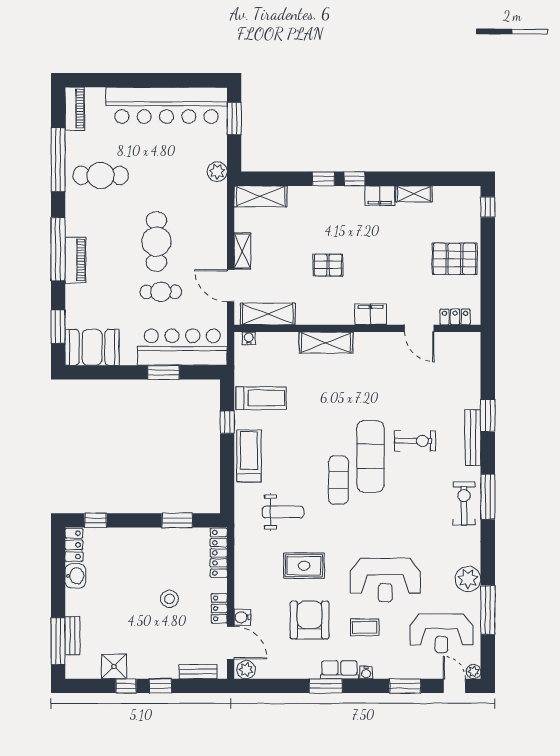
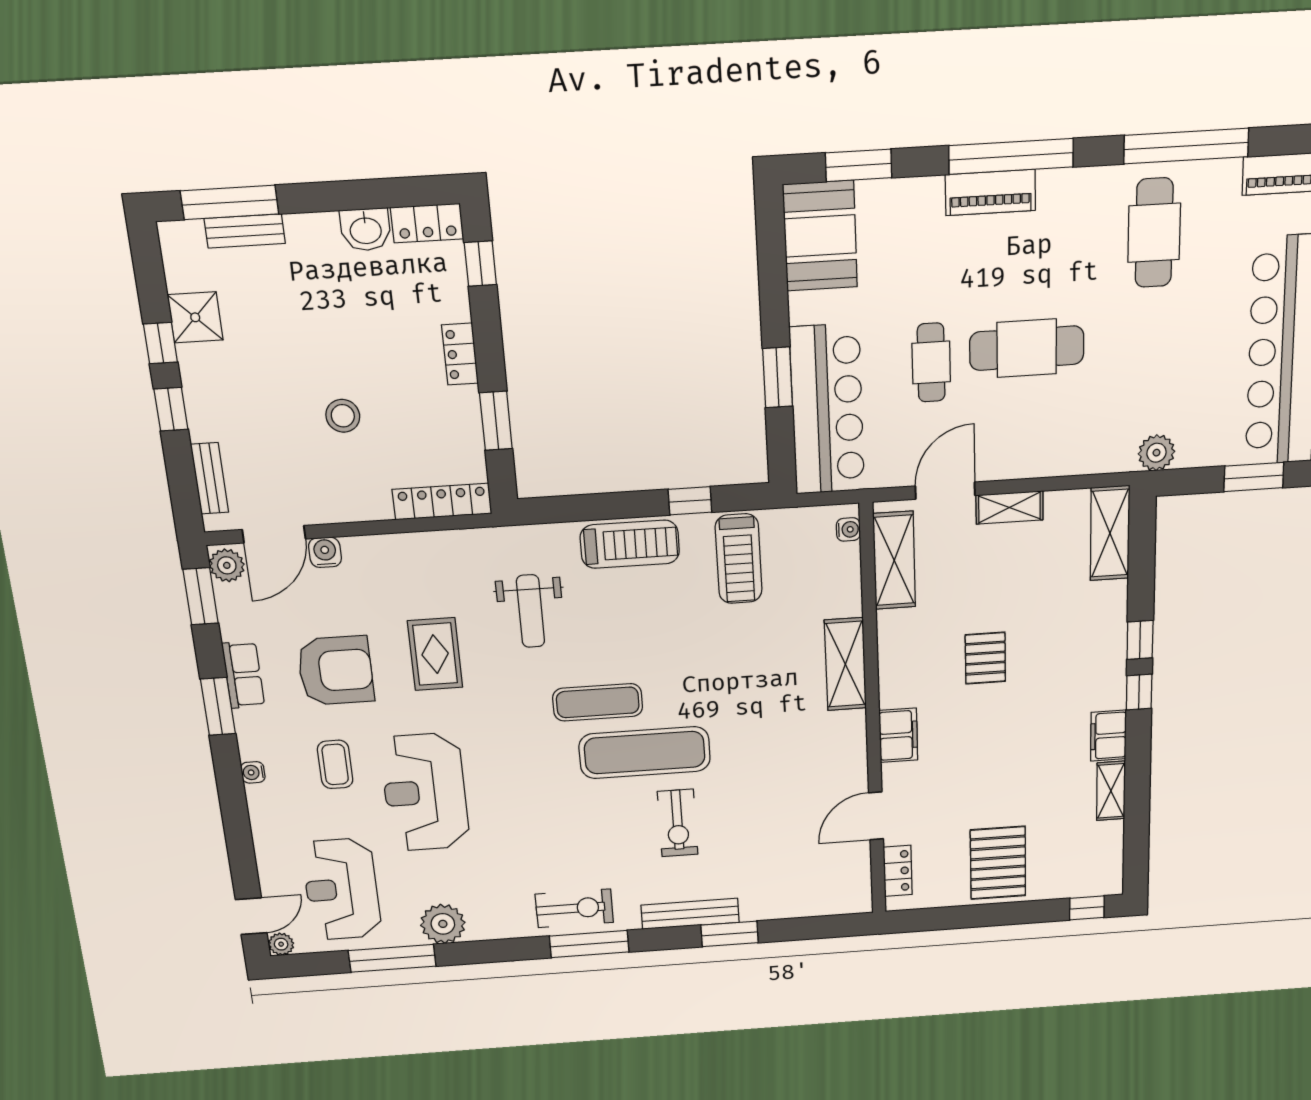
locker: (219, 608) -> (460, 354), moved, turned -90
row of seats: (339, 670) -> (243, 675), moved
window: (405, 686) -> (201, 596), moved

